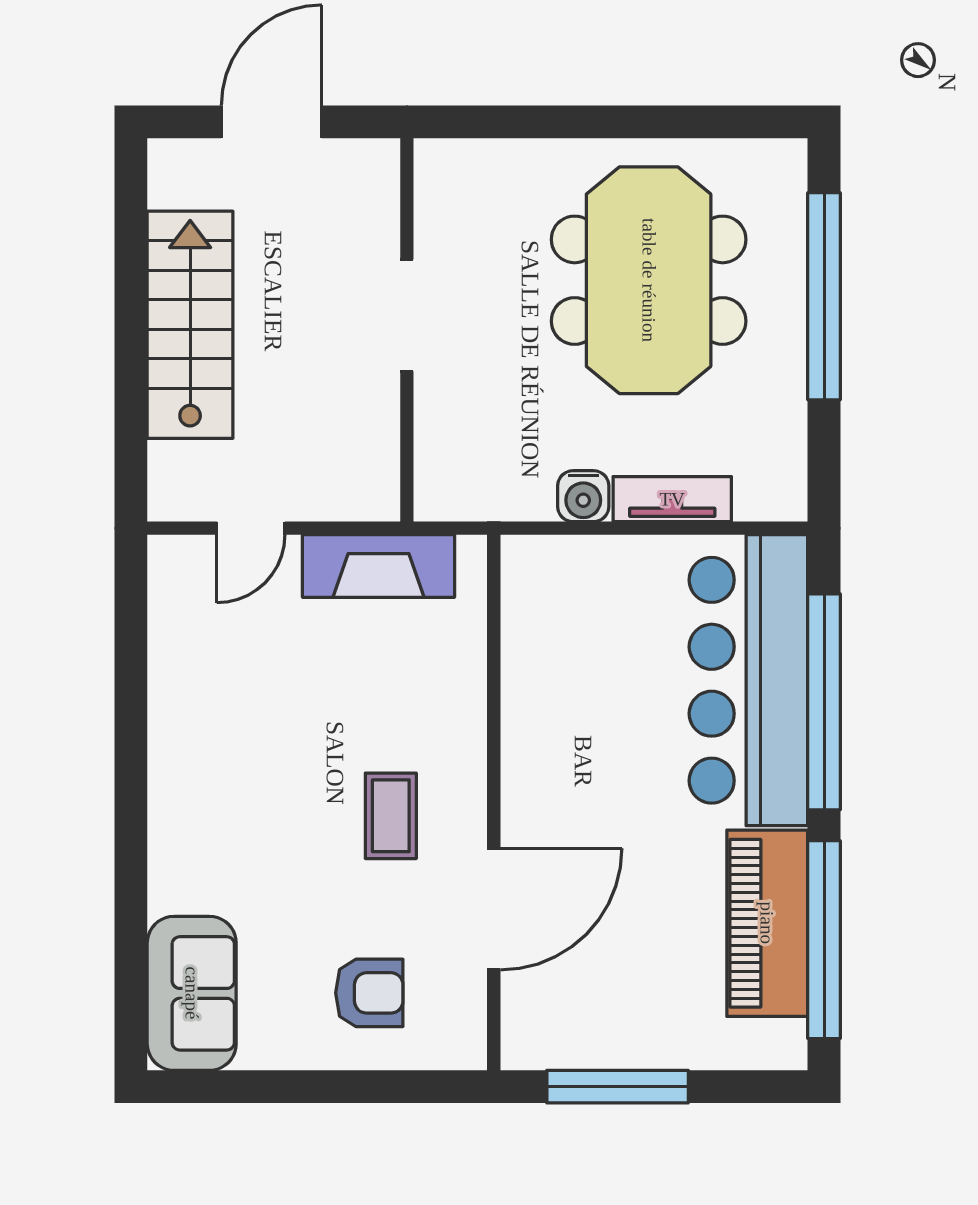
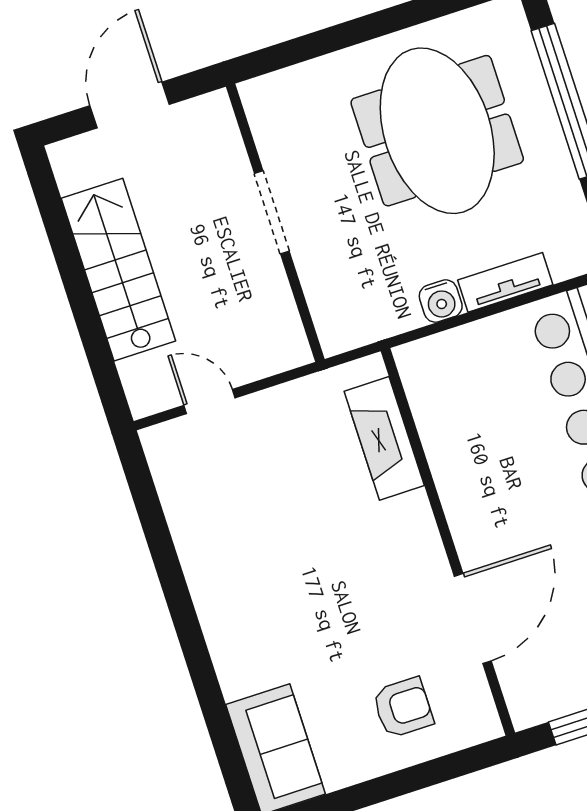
door: (251, 528) -> (210, 402), swing flipped
fireplace: (378, 566) -> (384, 438), moved, turned 90
coffee table: (391, 816) -> (377, 575), removed

